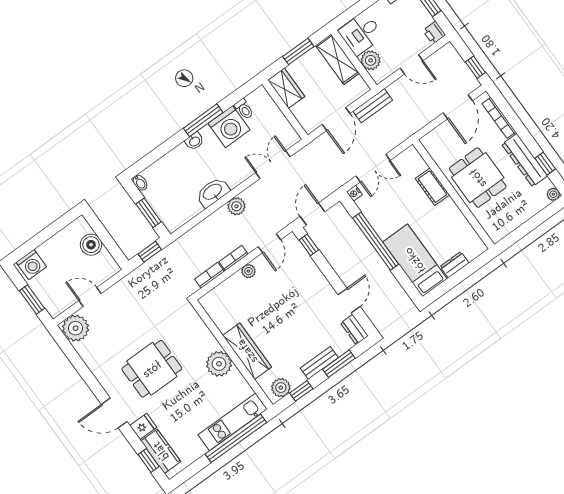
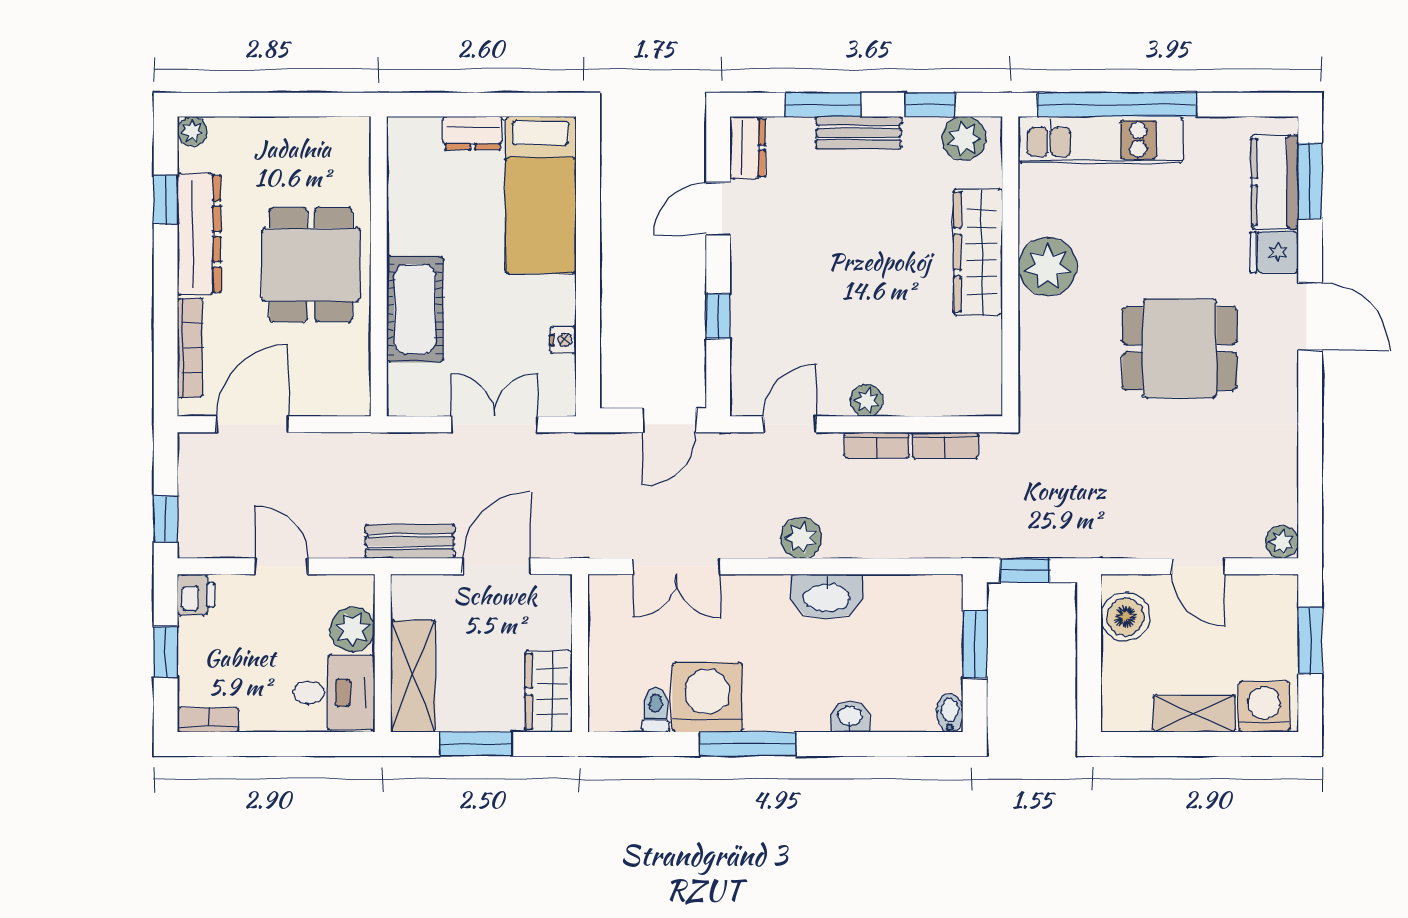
window: (475, 67) -> (166, 519), moved
washbasin: (194, 141) -> (850, 717), moved
cot: (432, 187) -> (415, 309), width x1.37, depth x1.34
nightstand: (354, 193) -> (563, 340), moved
window: (376, 241) -> (588, 284), removed
shelving: (54, 244) -> (1194, 714), added
boiler: (91, 245) -> (1126, 617), moved
window: (309, 245) -> (718, 317), moved
plant: (76, 328) -> (1282, 542), width x0.53, depth x0.53
window: (149, 460) -> (1310, 181), width x1.50

